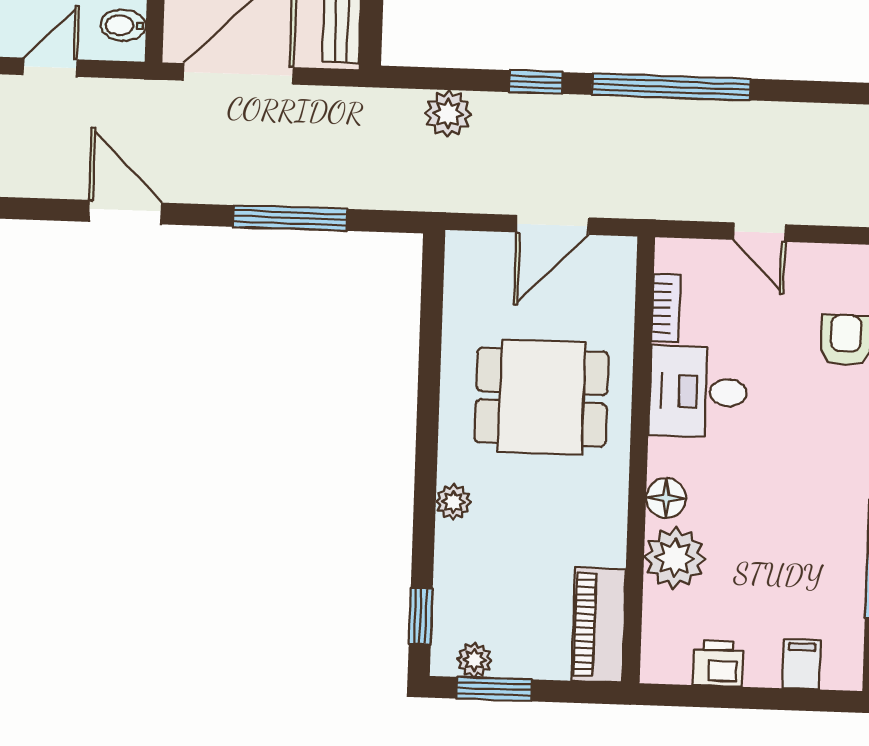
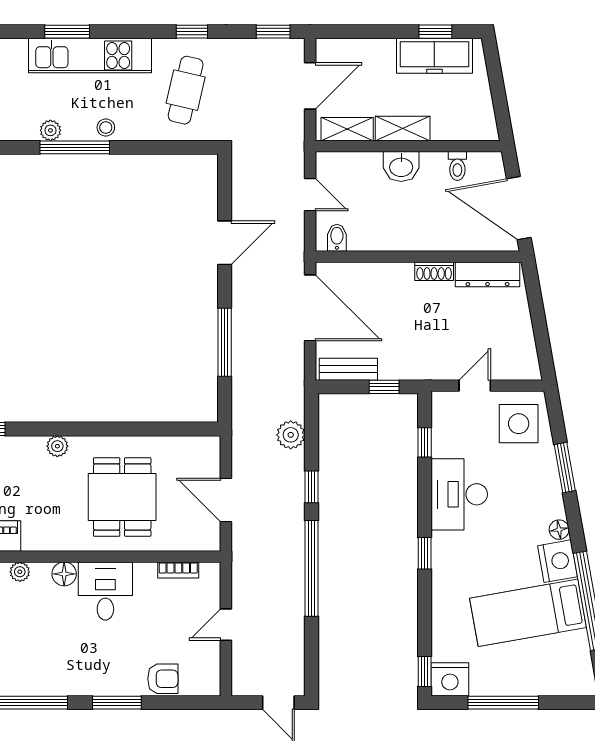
desk: (698, 392) -> (105, 591), moved
plant: (675, 558) -> (20, 572), width x0.53, depth x0.53

